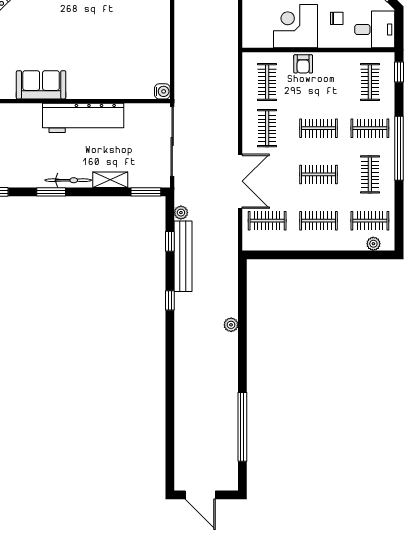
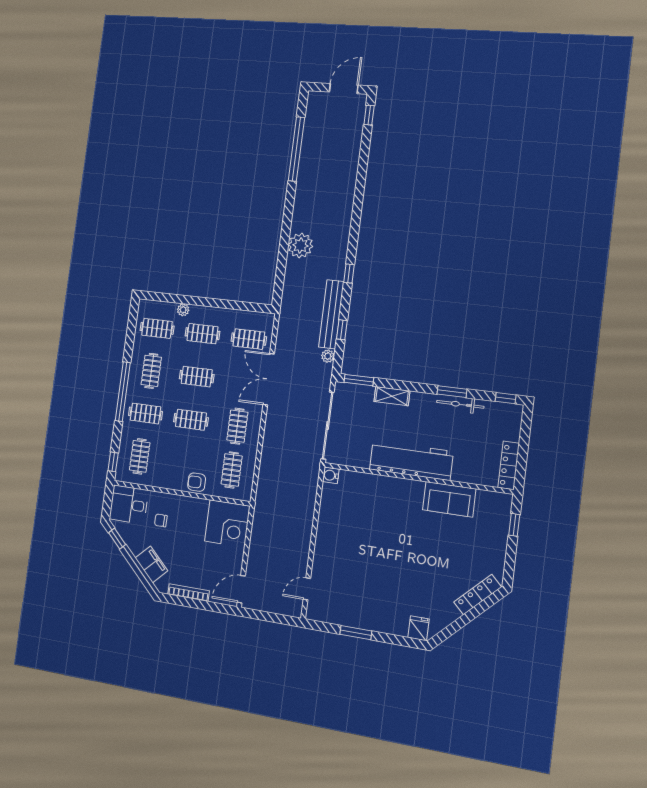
corner desk: (296, 26) -> (227, 524), moved
armchair: (303, 64) -> (197, 482), turned -90
bicycle: (68, 180) -> (460, 404), moved
plant: (373, 244) -> (183, 310), moved
plant: (231, 325) -> (300, 245), width x1.87, depth x1.87
window: (170, 468) -> (369, 115), added
door: (200, 495) -> (344, 89), hinge flipped

